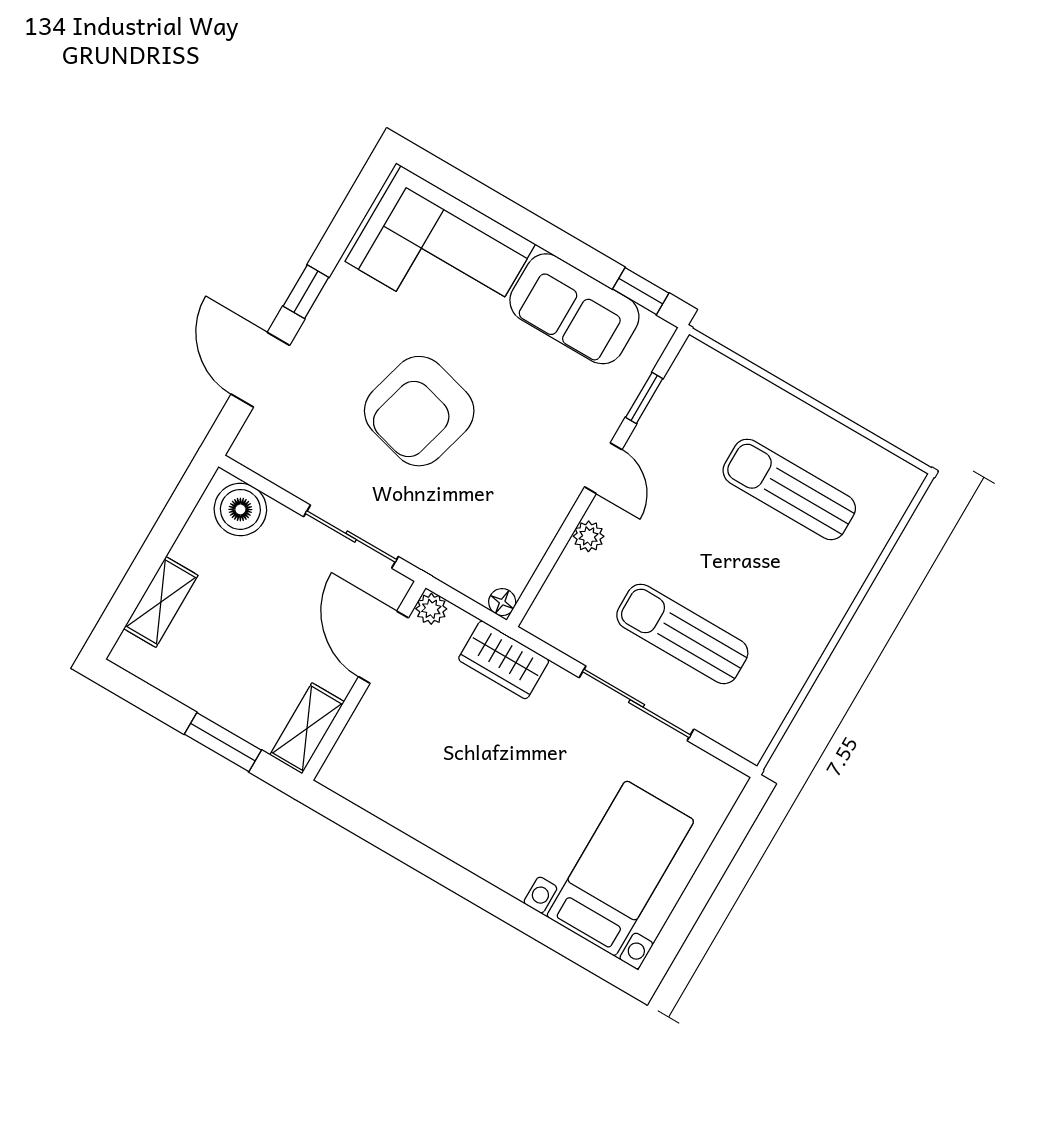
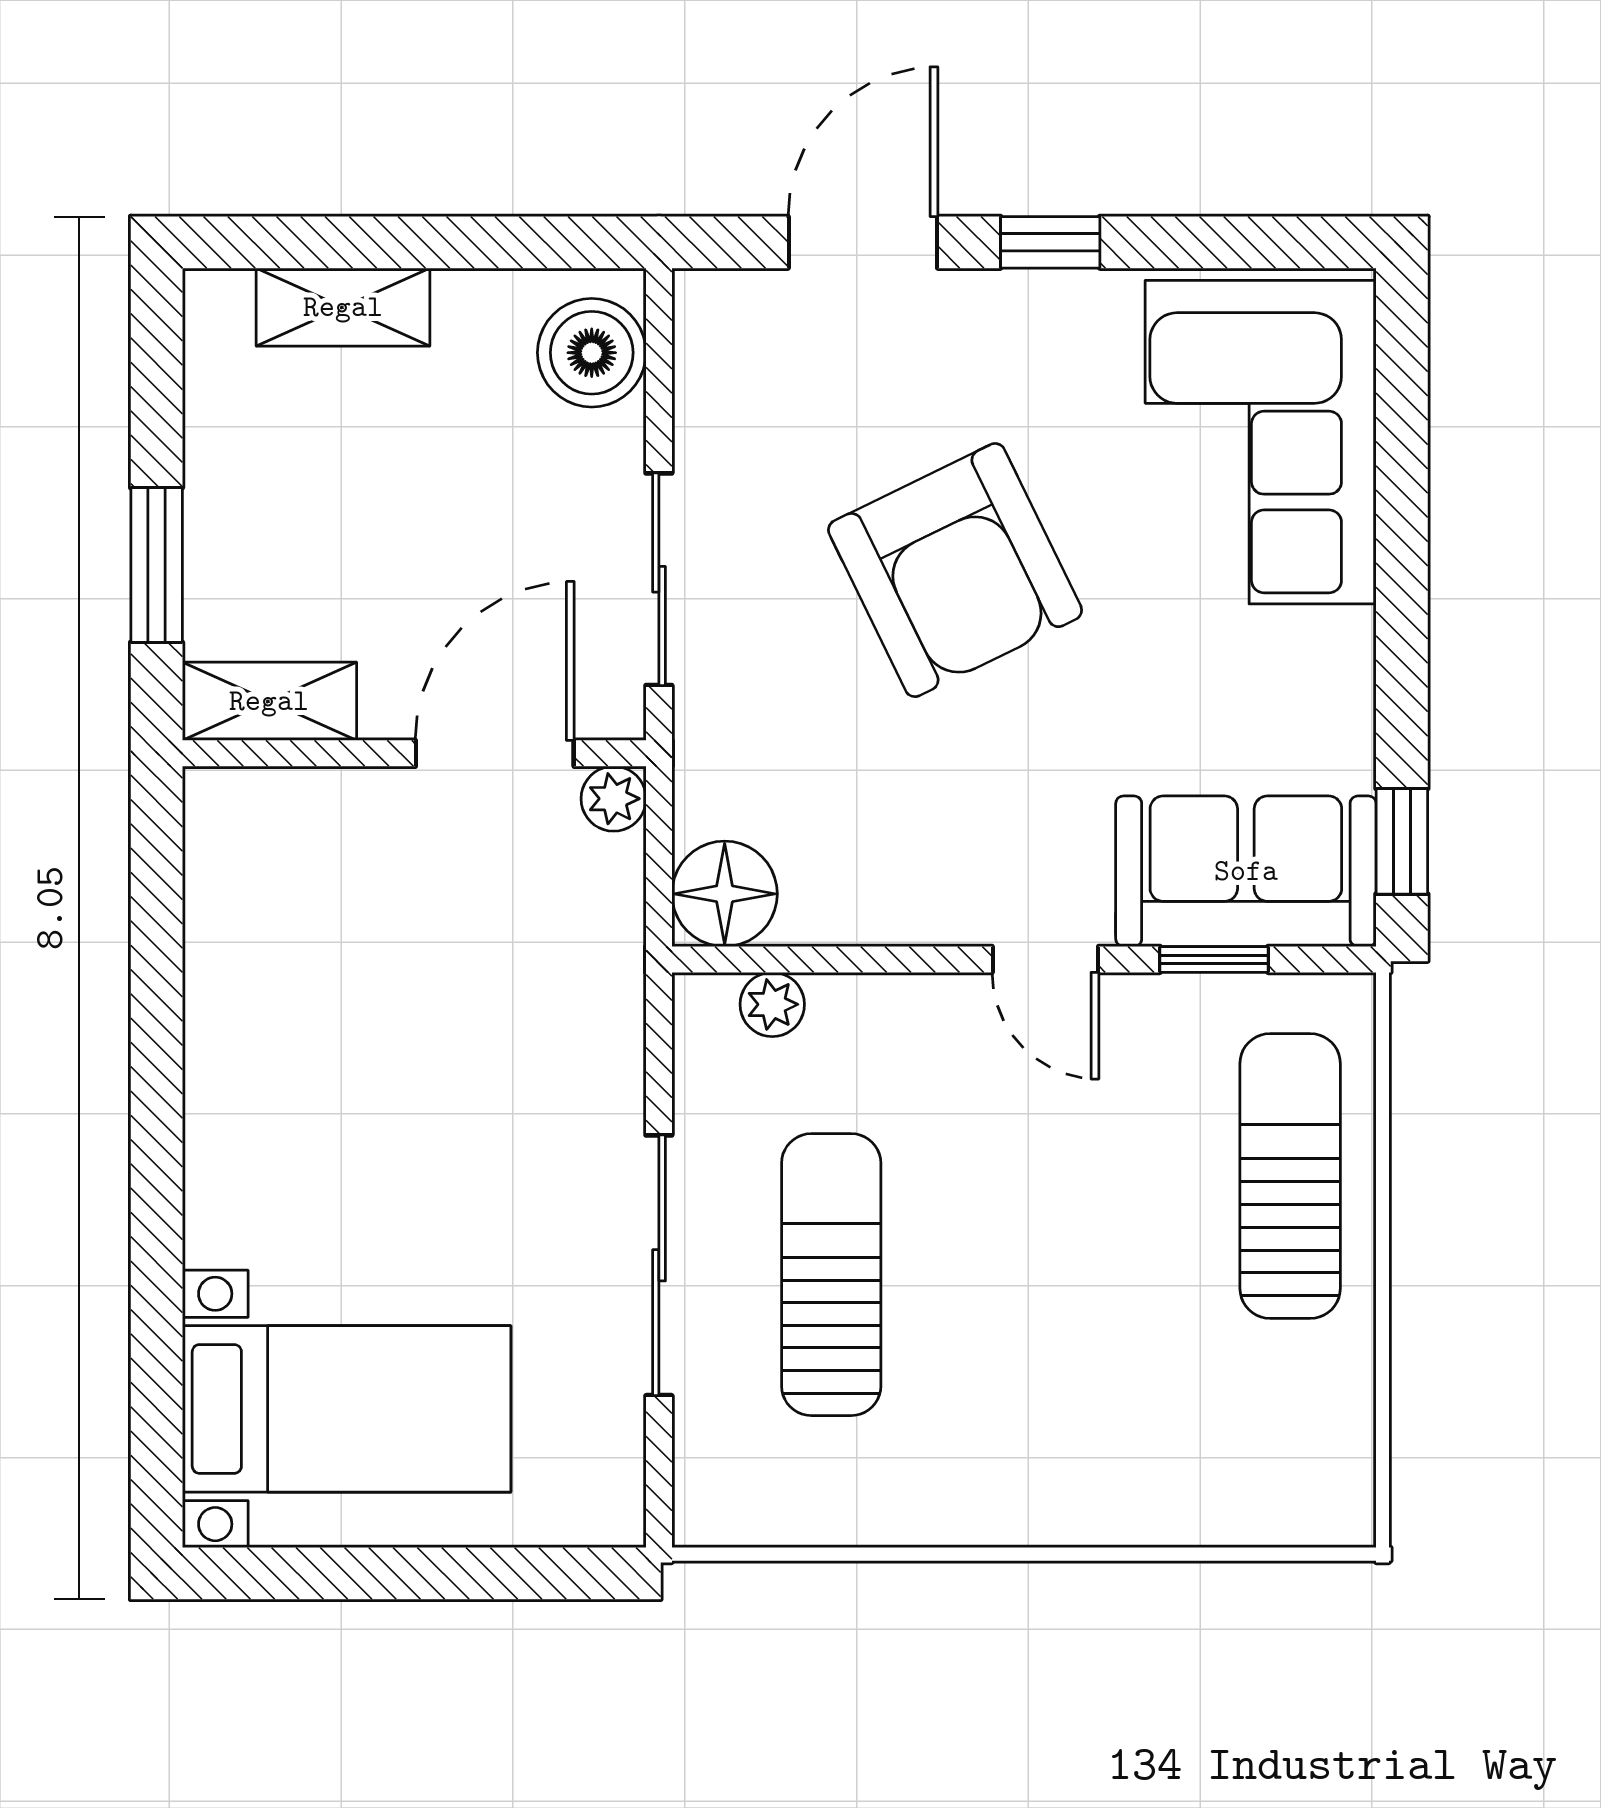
sofa: (574, 309) -> (1246, 871), moved, turned 90
armchair: (419, 411) -> (955, 570), turned -131
door: (603, 468) -> (1045, 959), hinge flipped
sun lounger: (789, 489) -> (1290, 1176), moved
plant: (589, 536) -> (772, 1004), moved
floor lamp: (502, 602) -> (725, 894), width x1.89, depth x1.89
wardrobe: (504, 660) -> (598, 982), removed

